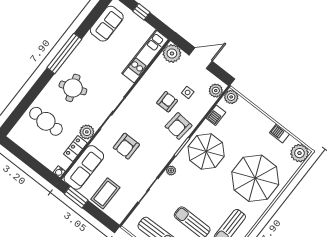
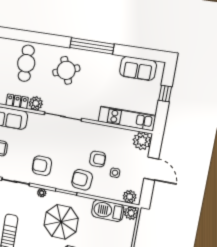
barbecue: (216, 115) -> (108, 211), width x1.88, depth x1.53
armchair: (126, 146) -> (42, 166), moved
parasol: (206, 152) -> (61, 222), moved

